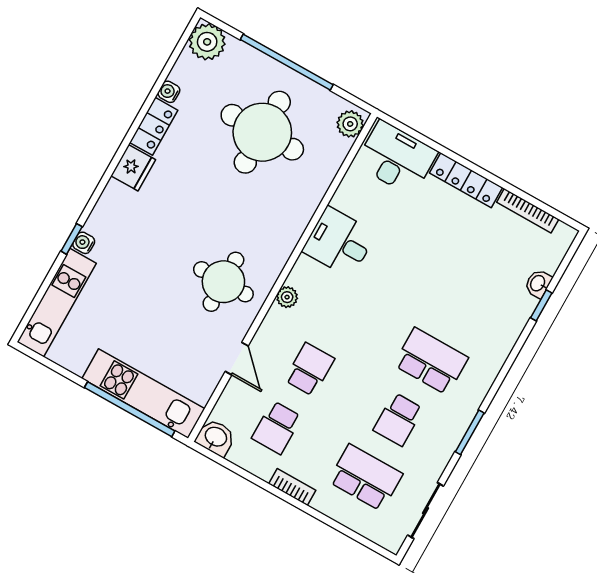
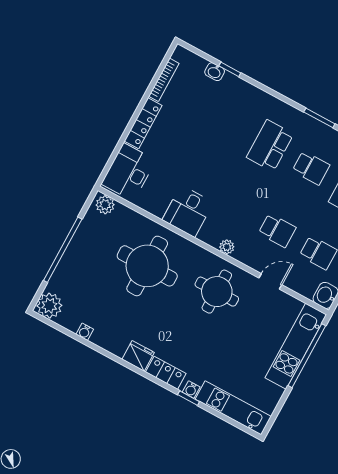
locker: (154, 126) -> (166, 373), moved
round table: (262, 132) -> (147, 266), moved
school desk: (309, 369) -> (277, 231), turned 180

